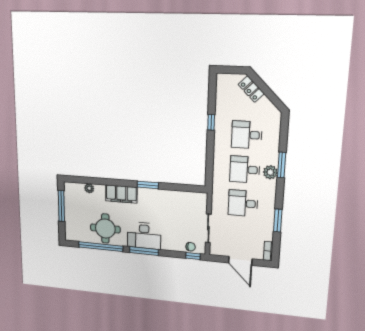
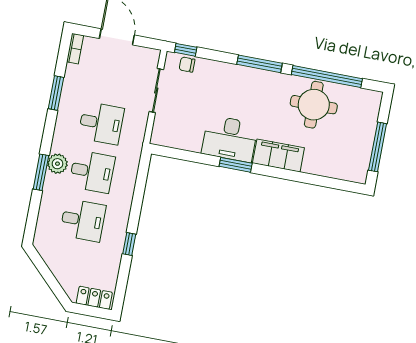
locker: (251, 89) -> (94, 298), moved, turned -45
plant: (89, 188) -> (327, 170), removed
desk: (144, 236) -> (230, 139), moved, turned 180

